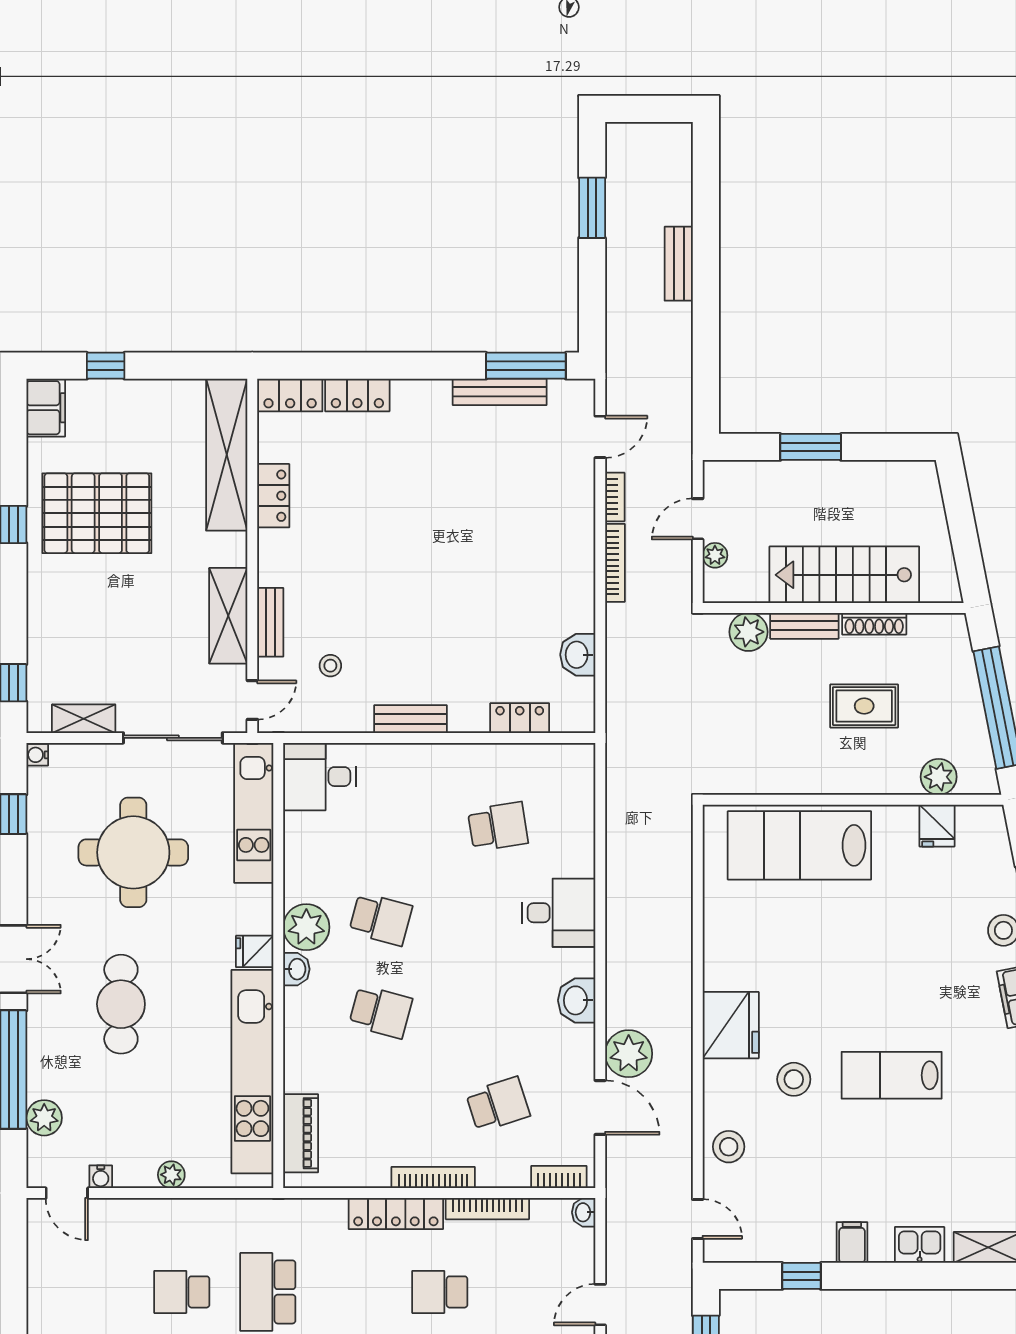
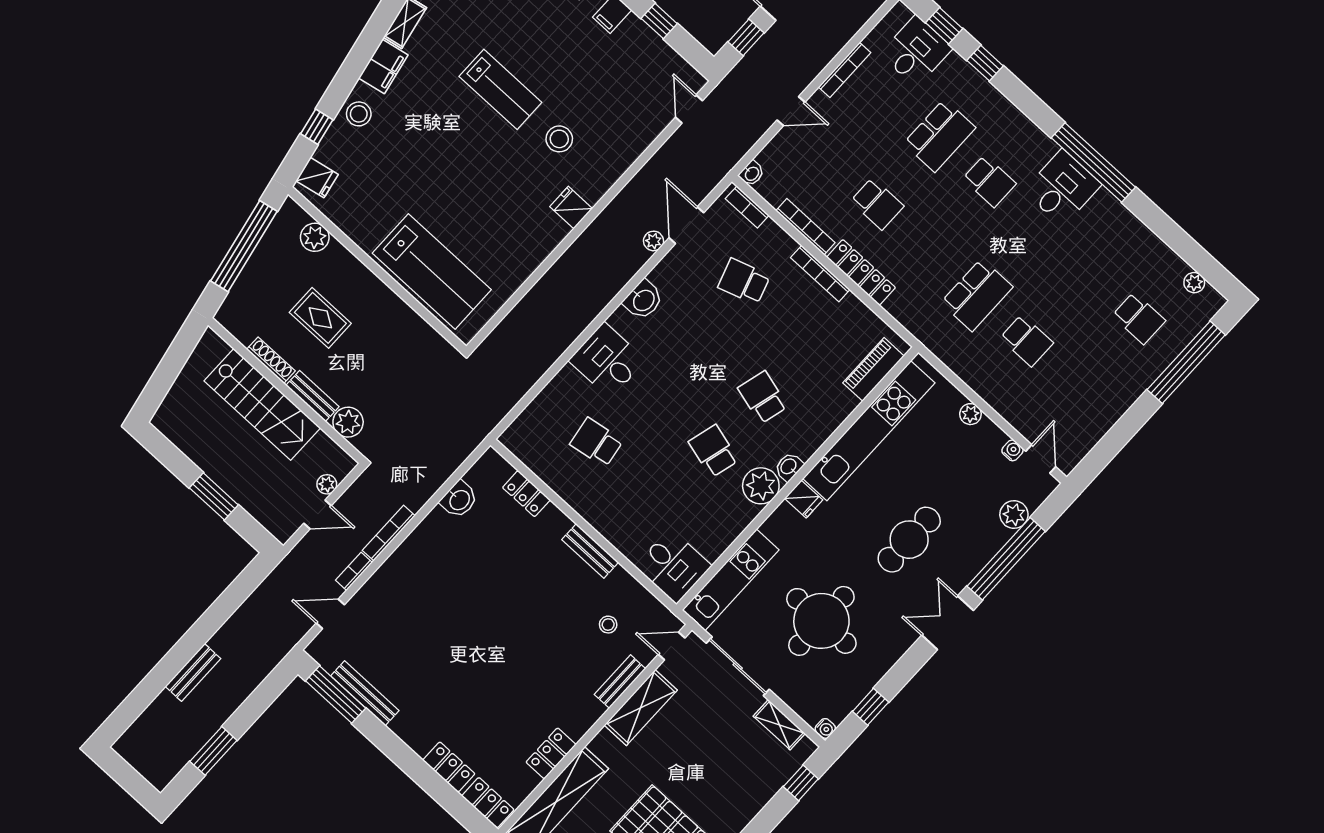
fridge: (937, 826) -> (317, 178), moved, turned 79
fridge: (731, 1025) -> (571, 208), width x0.53, depth x0.75
plant: (629, 1054) -> (653, 241), width x0.53, depth x0.53
stool: (729, 1147) -> (633, 134), removed

